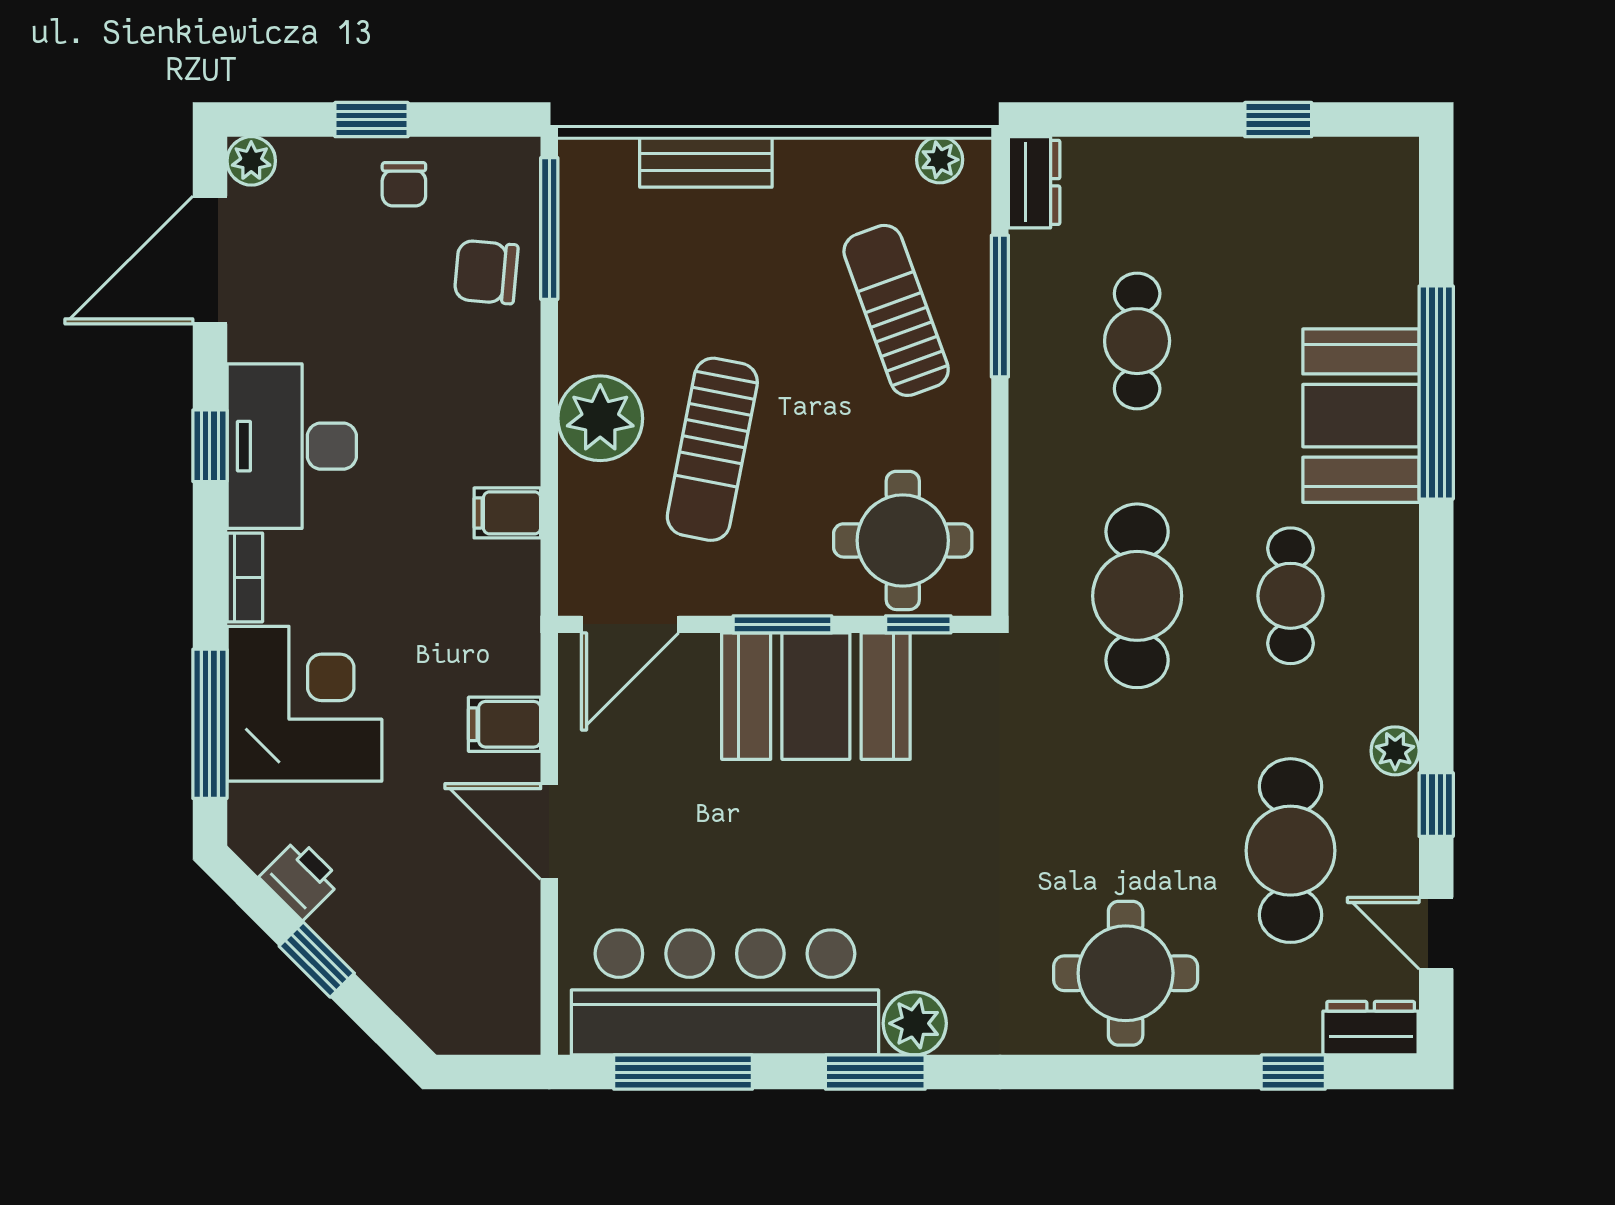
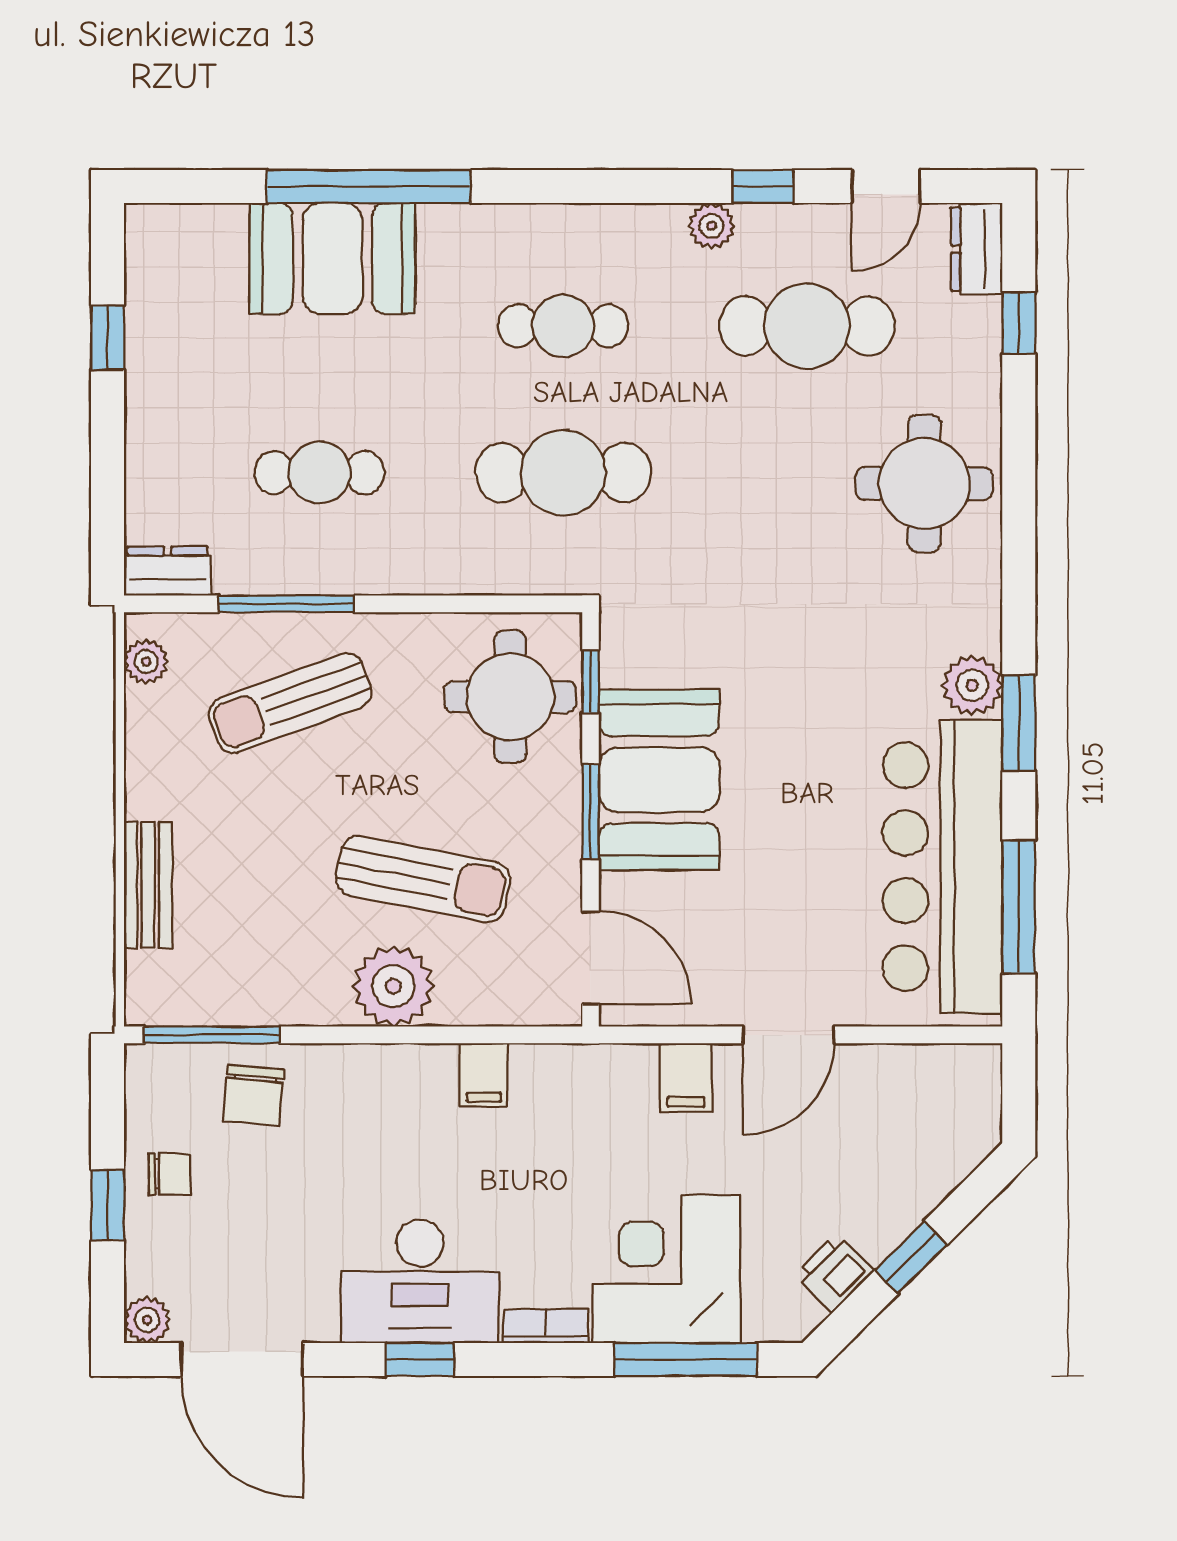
booth: (1361, 416) -> (332, 258), moved

